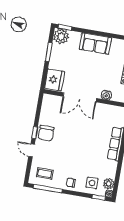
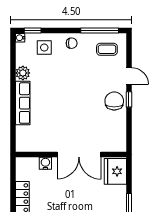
double door: (80, 97) -> (79, 155), swing flipped
plant: (109, 184) -> (23, 73), moved

